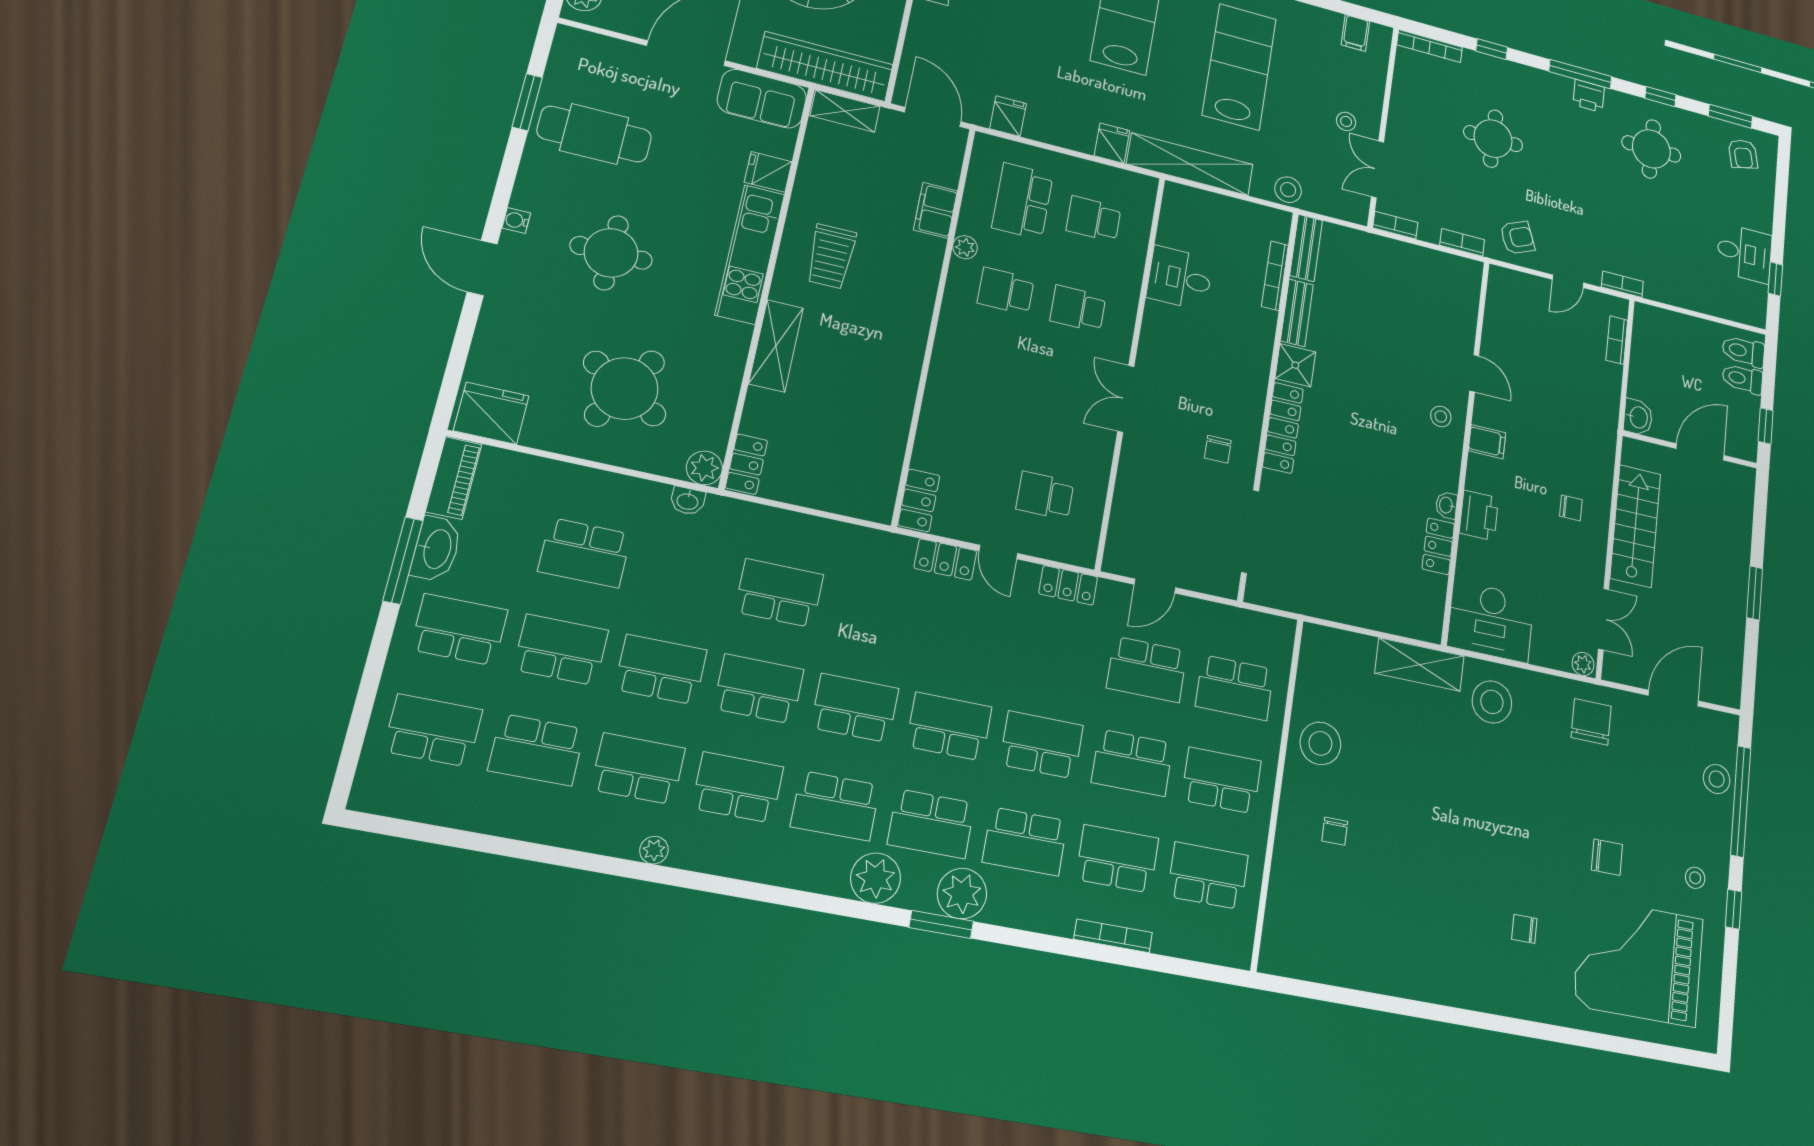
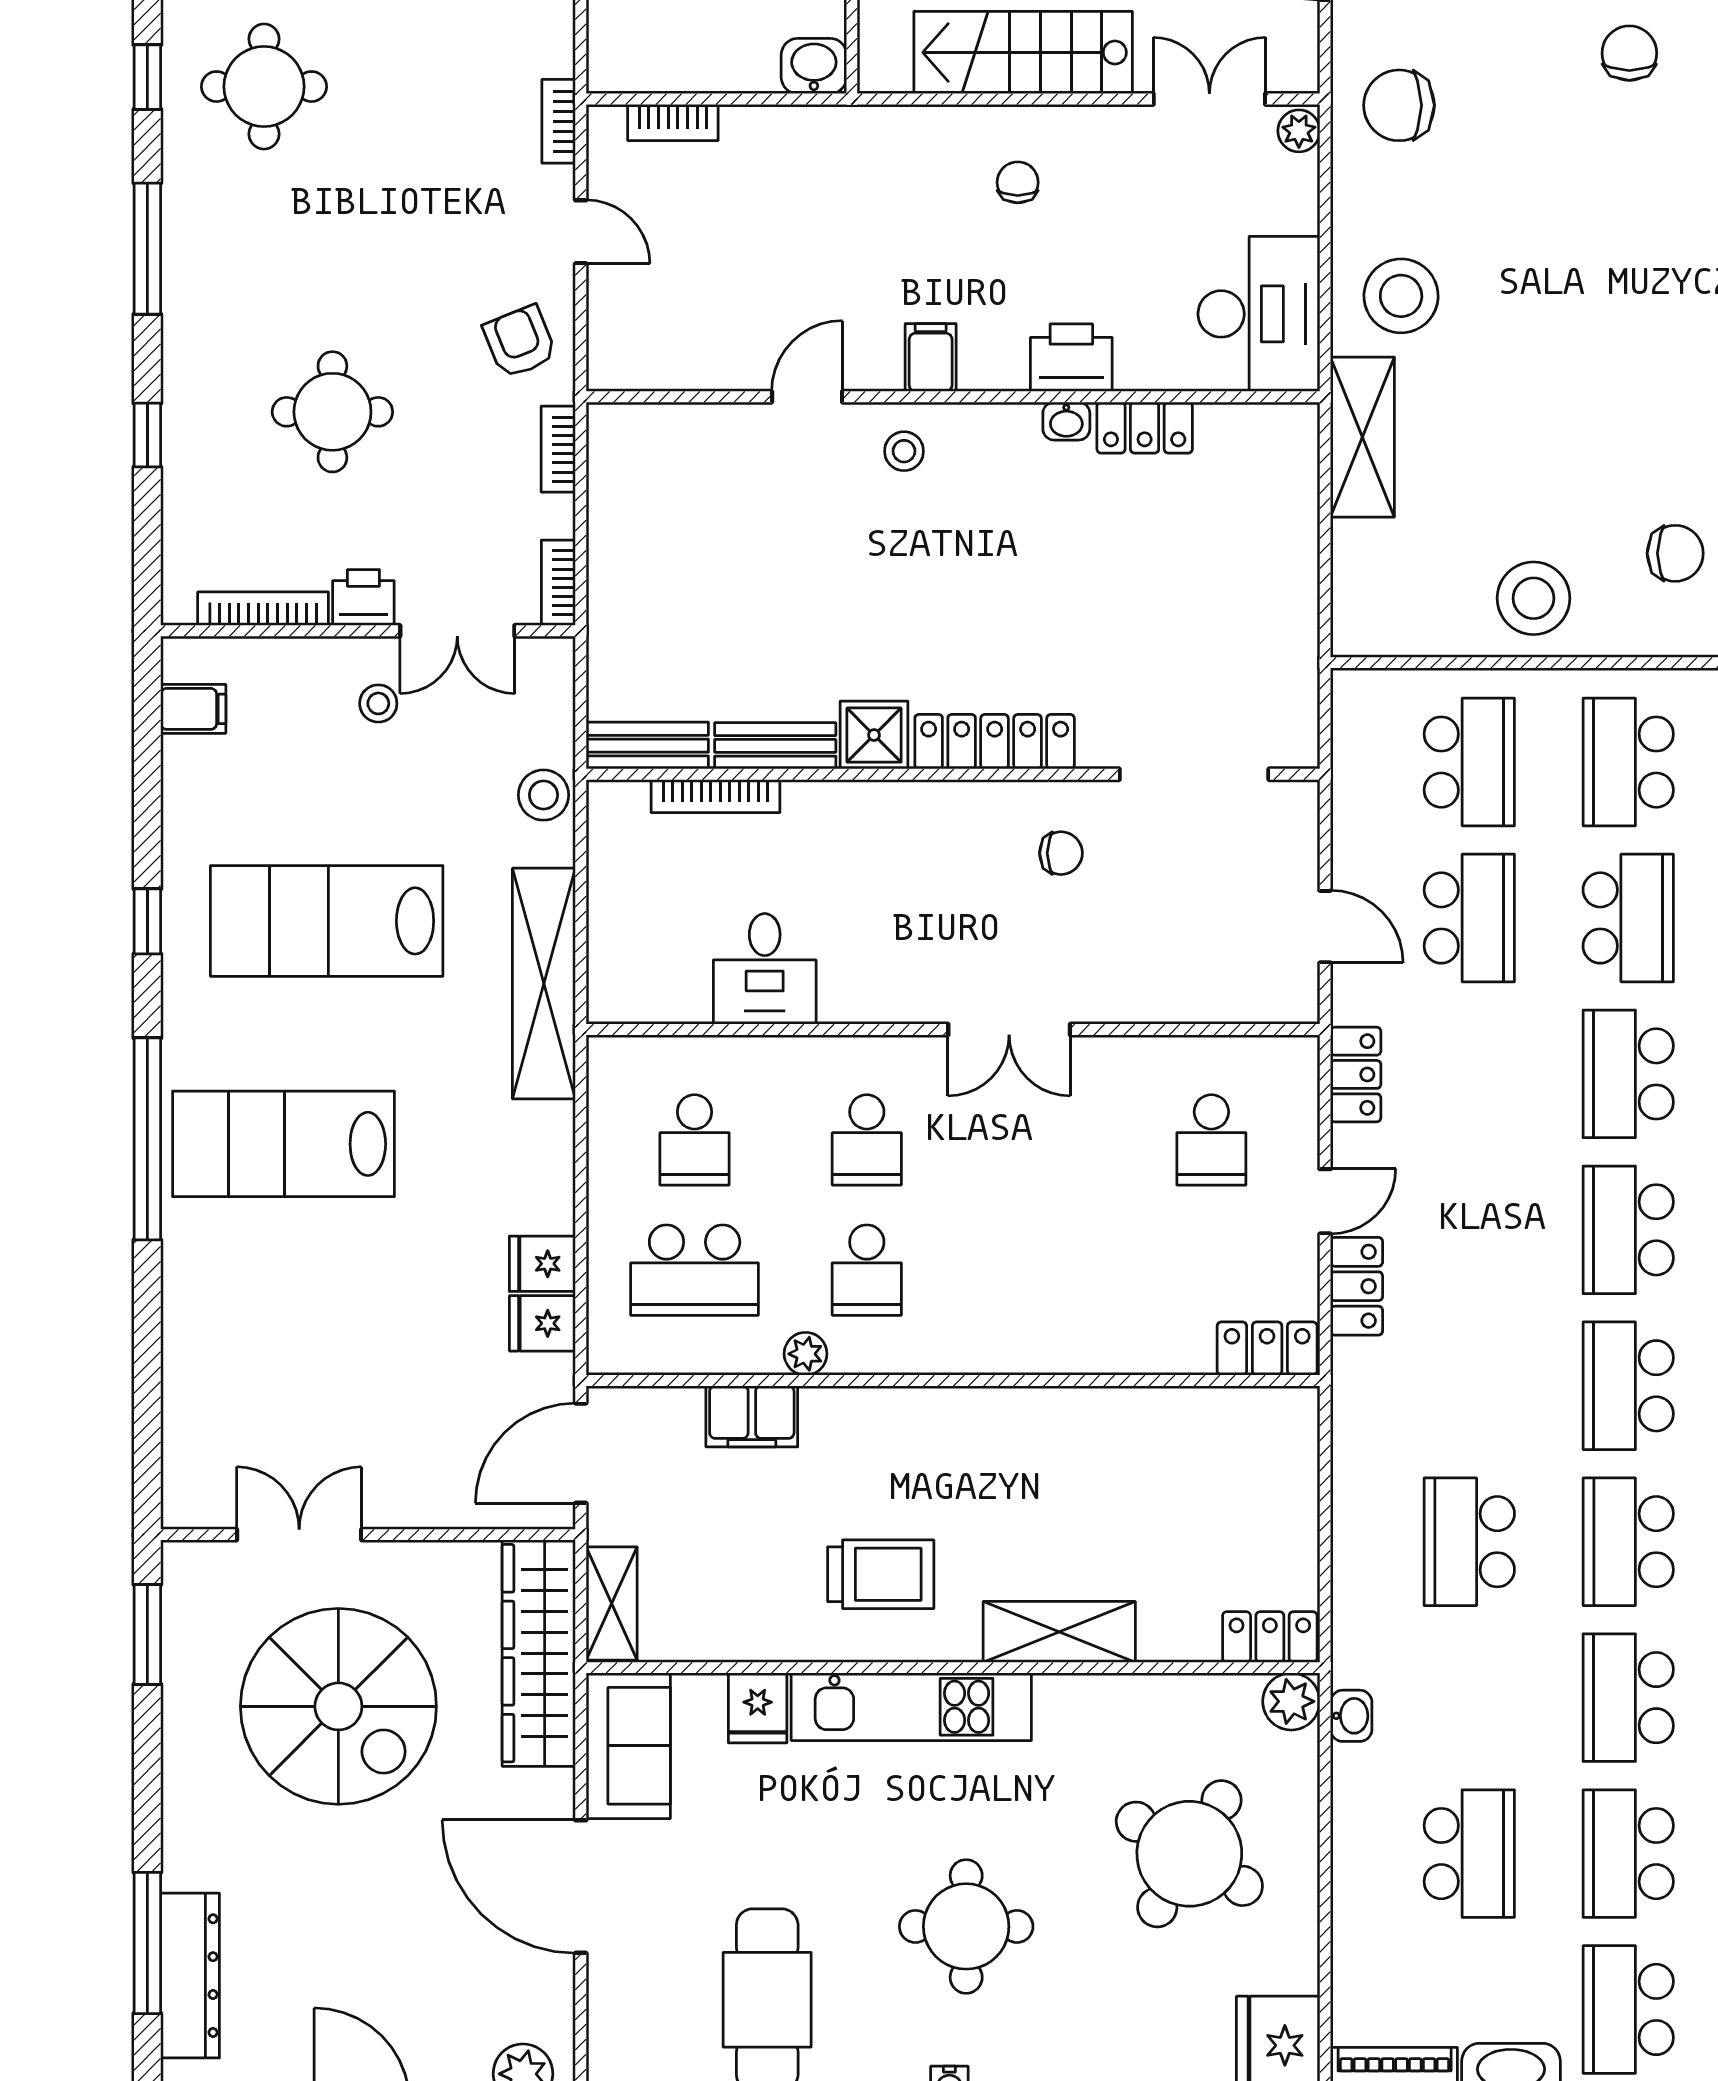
bookcase: (1430, 46) -> (263, 609), moved, turned -90
printer: (1589, 96) -> (363, 597), moved, turned -90
fridge: (1112, 143) -> (542, 1264), moved
chair: (1335, 831) -> (1675, 553), width x1.37, depth x1.37

